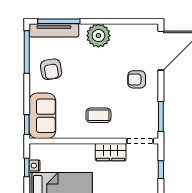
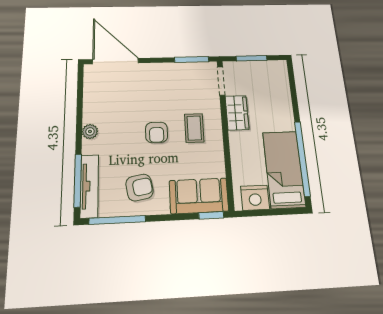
plant: (98, 36) -> (90, 131), width x0.53, depth x0.53
armchair: (137, 79) -> (157, 132), moved
nightstand: (35, 166) -> (255, 198), width x1.89, depth x1.79
window: (27, 168) -> (265, 213), removed
window: (161, 170) -> (252, 58), width x1.50

